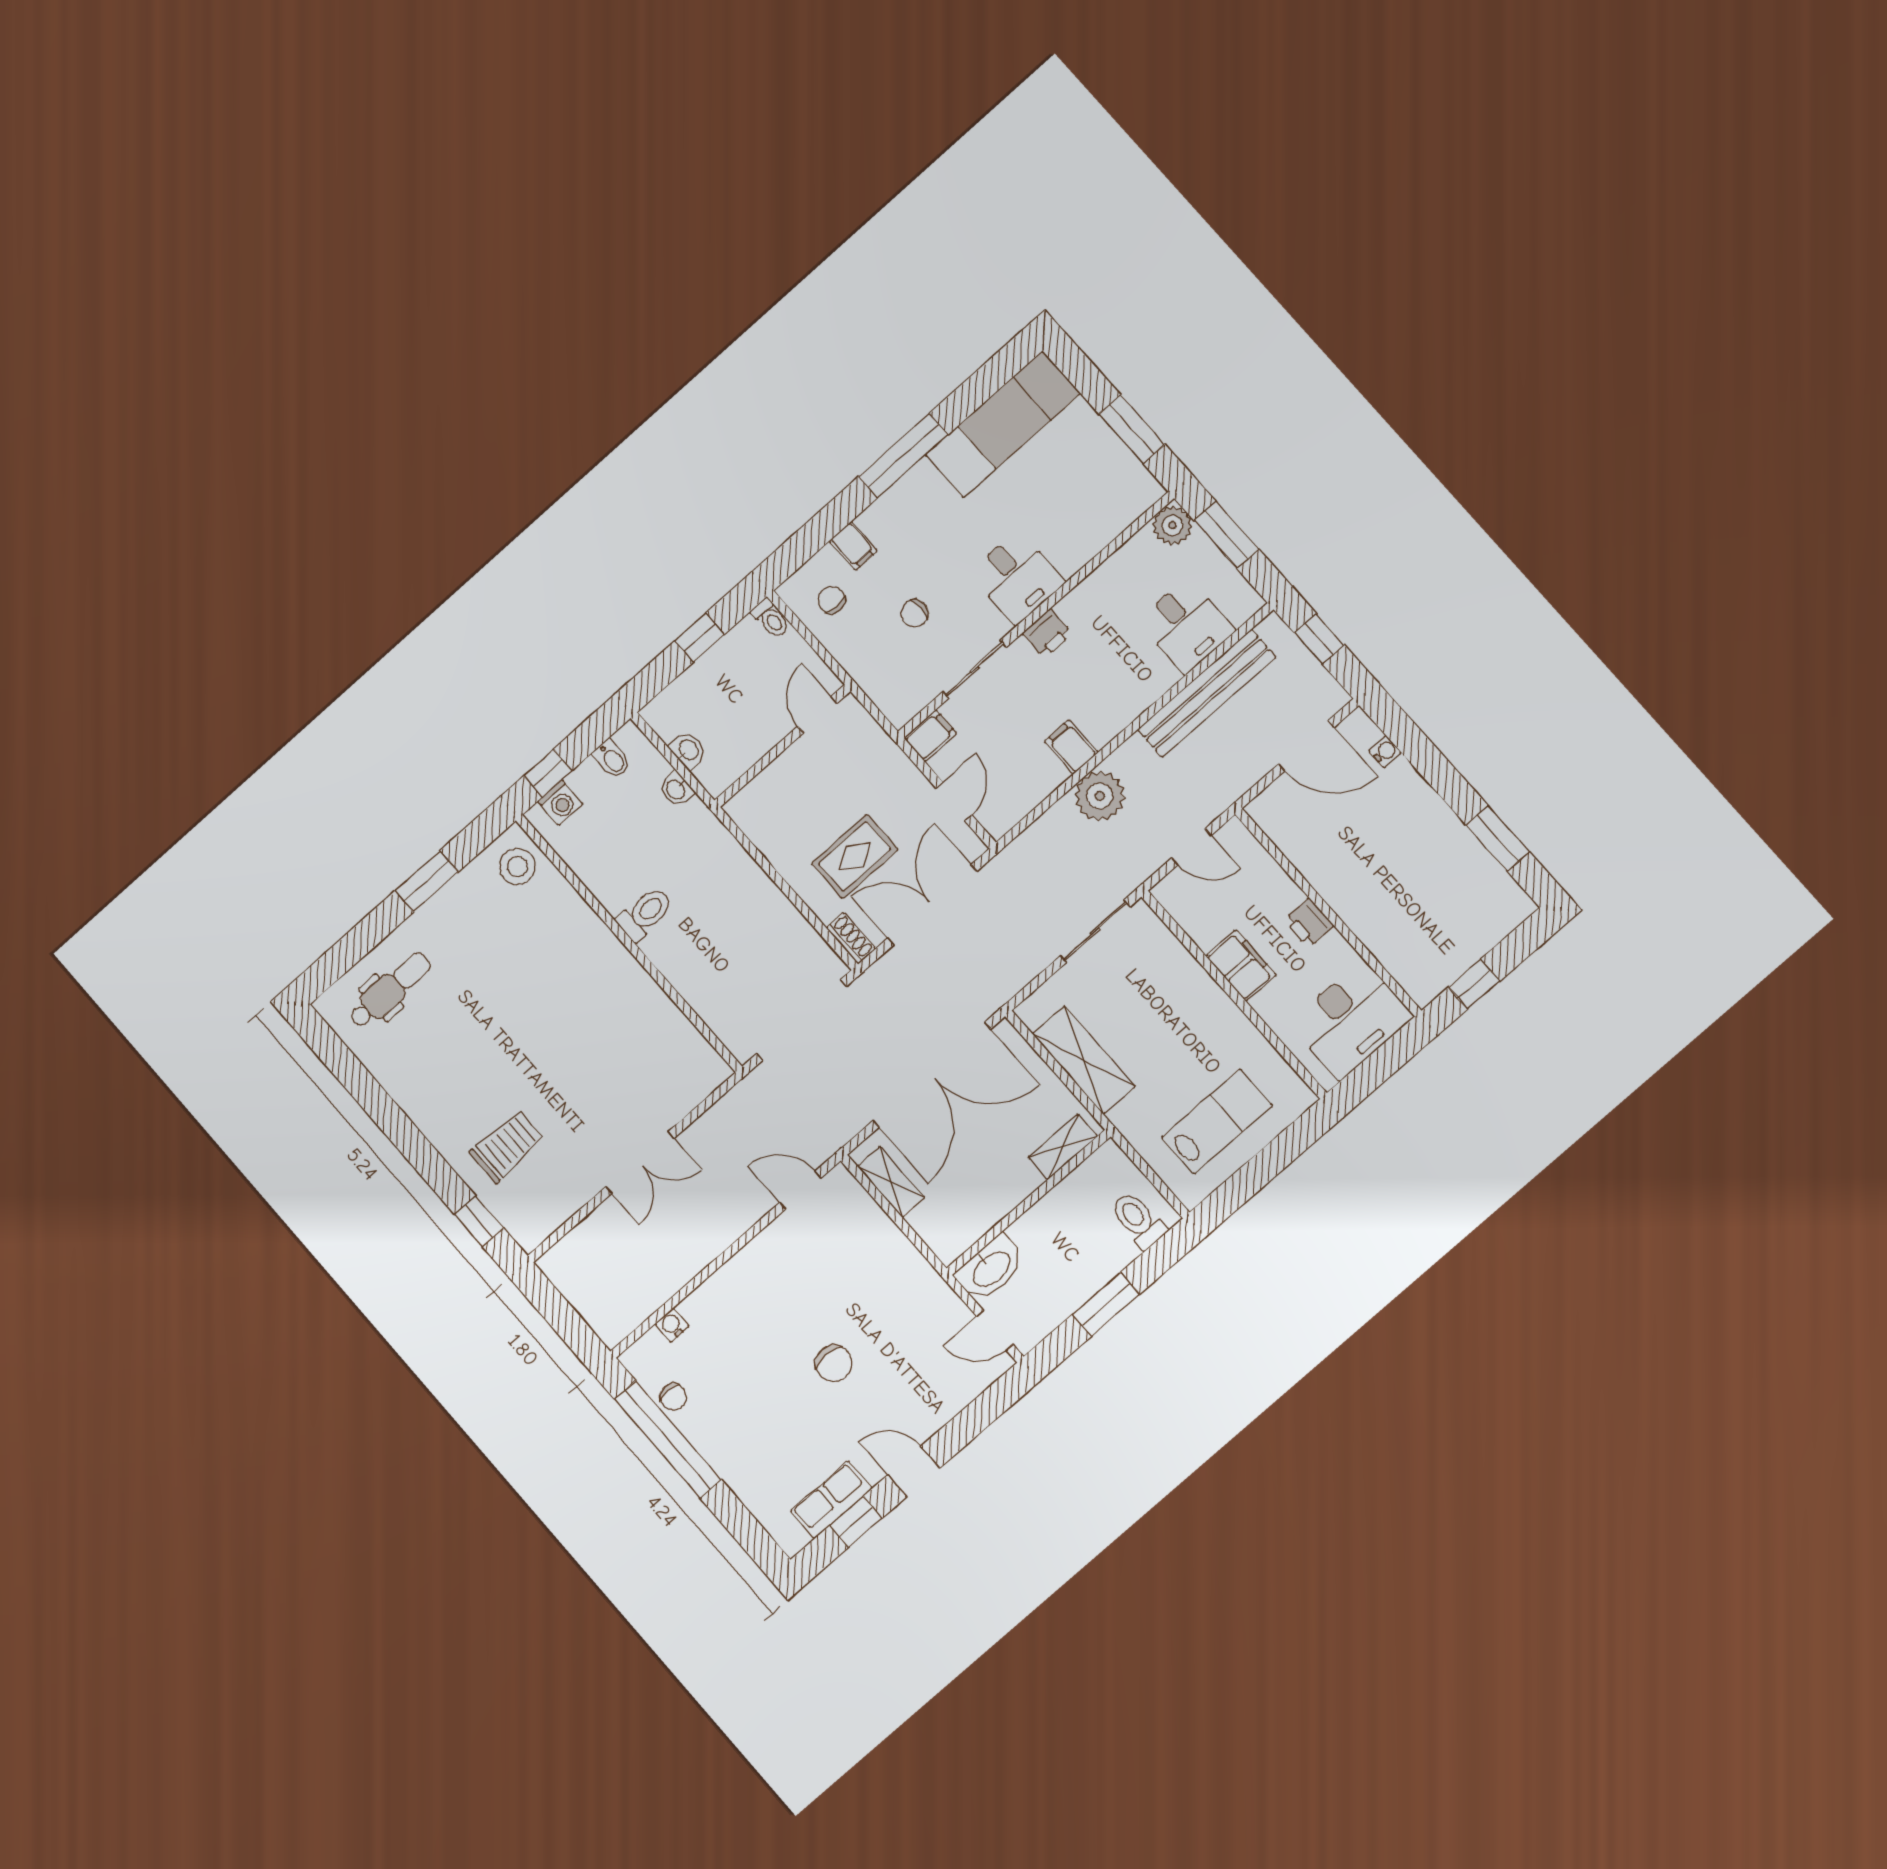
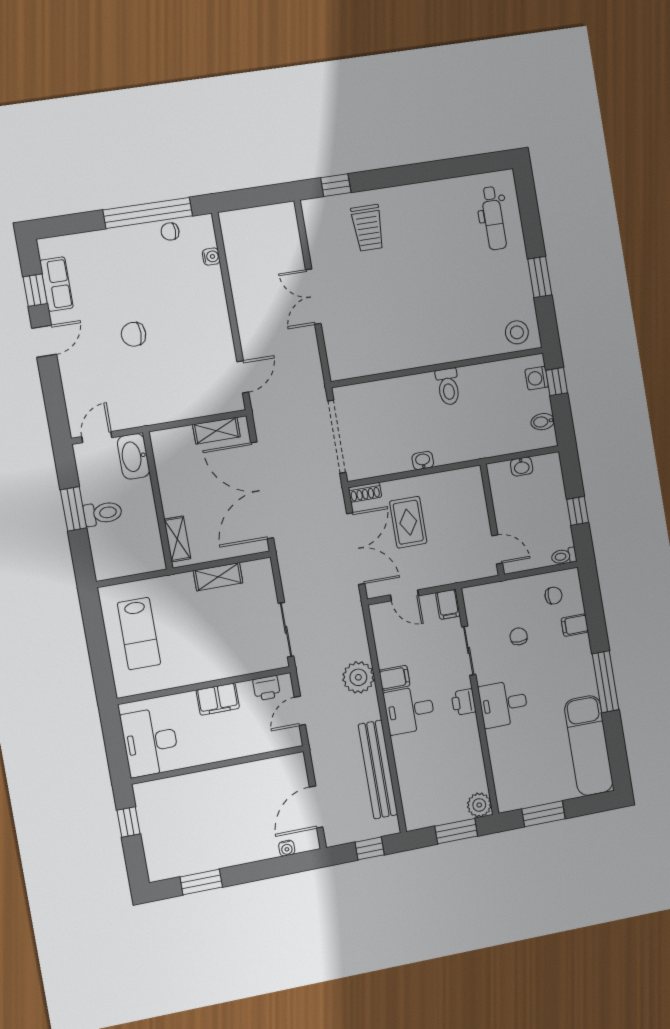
desk: (1186, 626) -> (409, 710), moved
washbasin: (676, 789) -> (423, 461), moved
printer: (1309, 923) -> (267, 688), moved, turned 180
shelving: (1084, 1060) -> (218, 577), width x0.67, depth x0.75
toilet: (1138, 1220) -> (103, 513), moved

